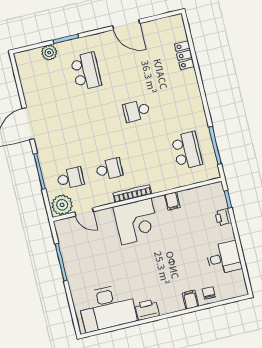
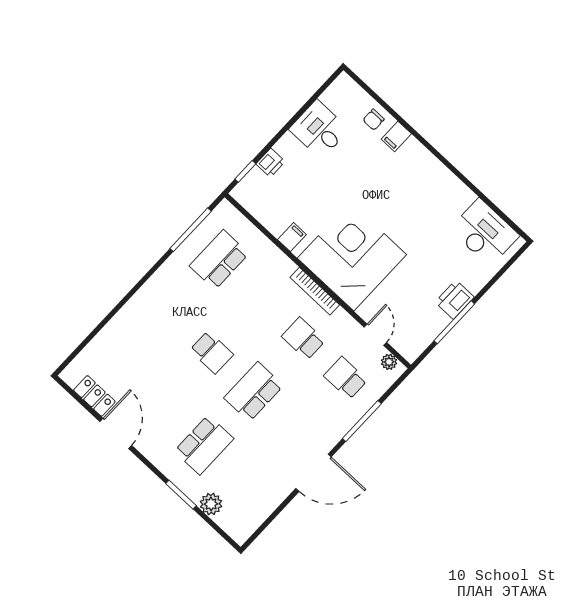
locker: (184, 55) -> (94, 396), moved, turned -90
school desk: (86, 71) -> (204, 445), turned 180
school desk: (98, 120) -> (254, 392), added
plant: (62, 205) -> (389, 362), width x0.53, depth x0.53
corner desk: (136, 221) -> (352, 256), width x1.36, depth x1.36
desk: (107, 308) -> (485, 232), width x0.73, depth x0.77
printer: (147, 310) -> (455, 300), moved, turned 90

